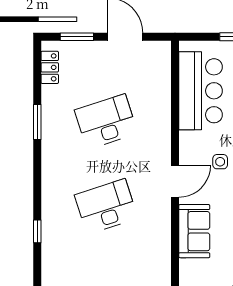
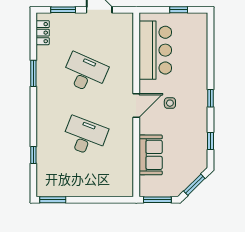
desk: (106, 122) -> (85, 73), turned 42
door: (175, 181) -> (136, 105), moved
desk: (106, 207) -> (85, 136), turned 39

